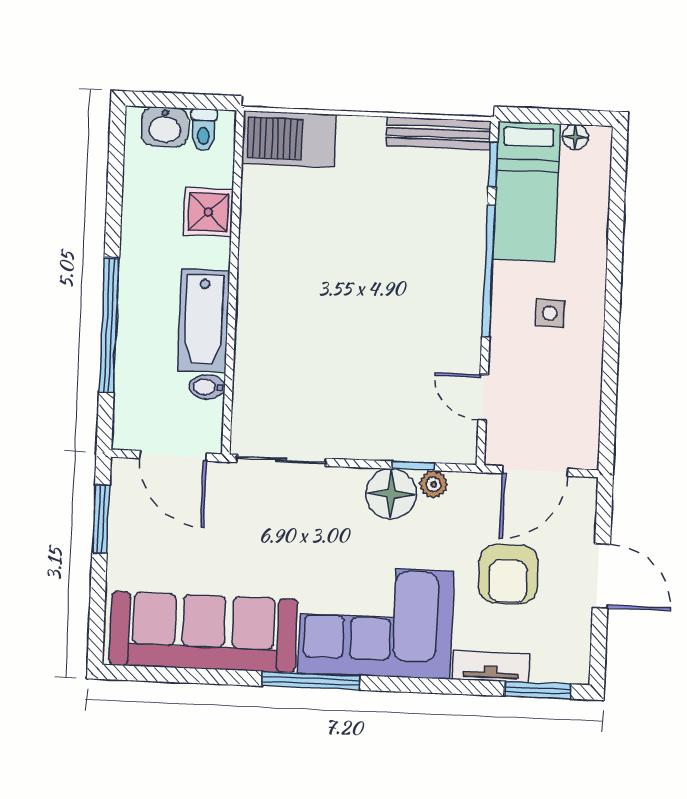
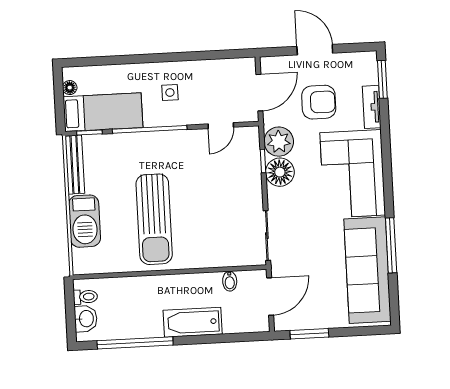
barbecue: (289, 139) -> (85, 221), moved
shower: (208, 212) -> (131, 290), removed
sun lounger: (329, 264) -> (154, 219), added
bathtub: (204, 321) -> (193, 322), moved, turned 180
window: (109, 325) -> (135, 343), moved
door: (535, 471) -> (259, 93), hinge flipped
plant: (434, 484) -> (279, 142), width x1.88, depth x1.88
door: (601, 576) -> (315, 50), hinge flipped
window: (311, 681) -> (391, 245), moved

